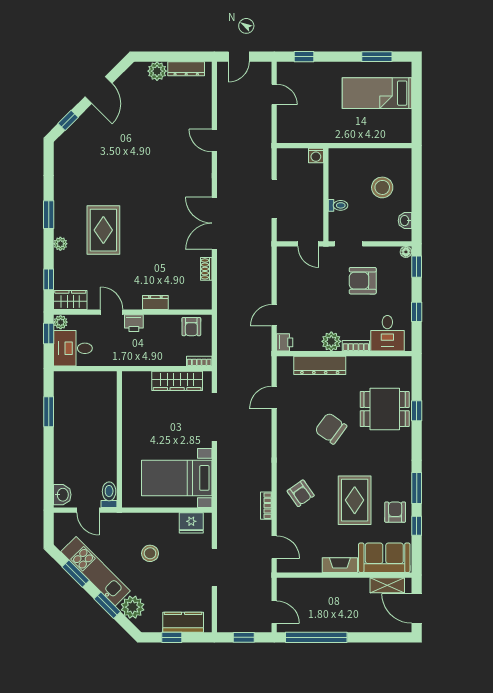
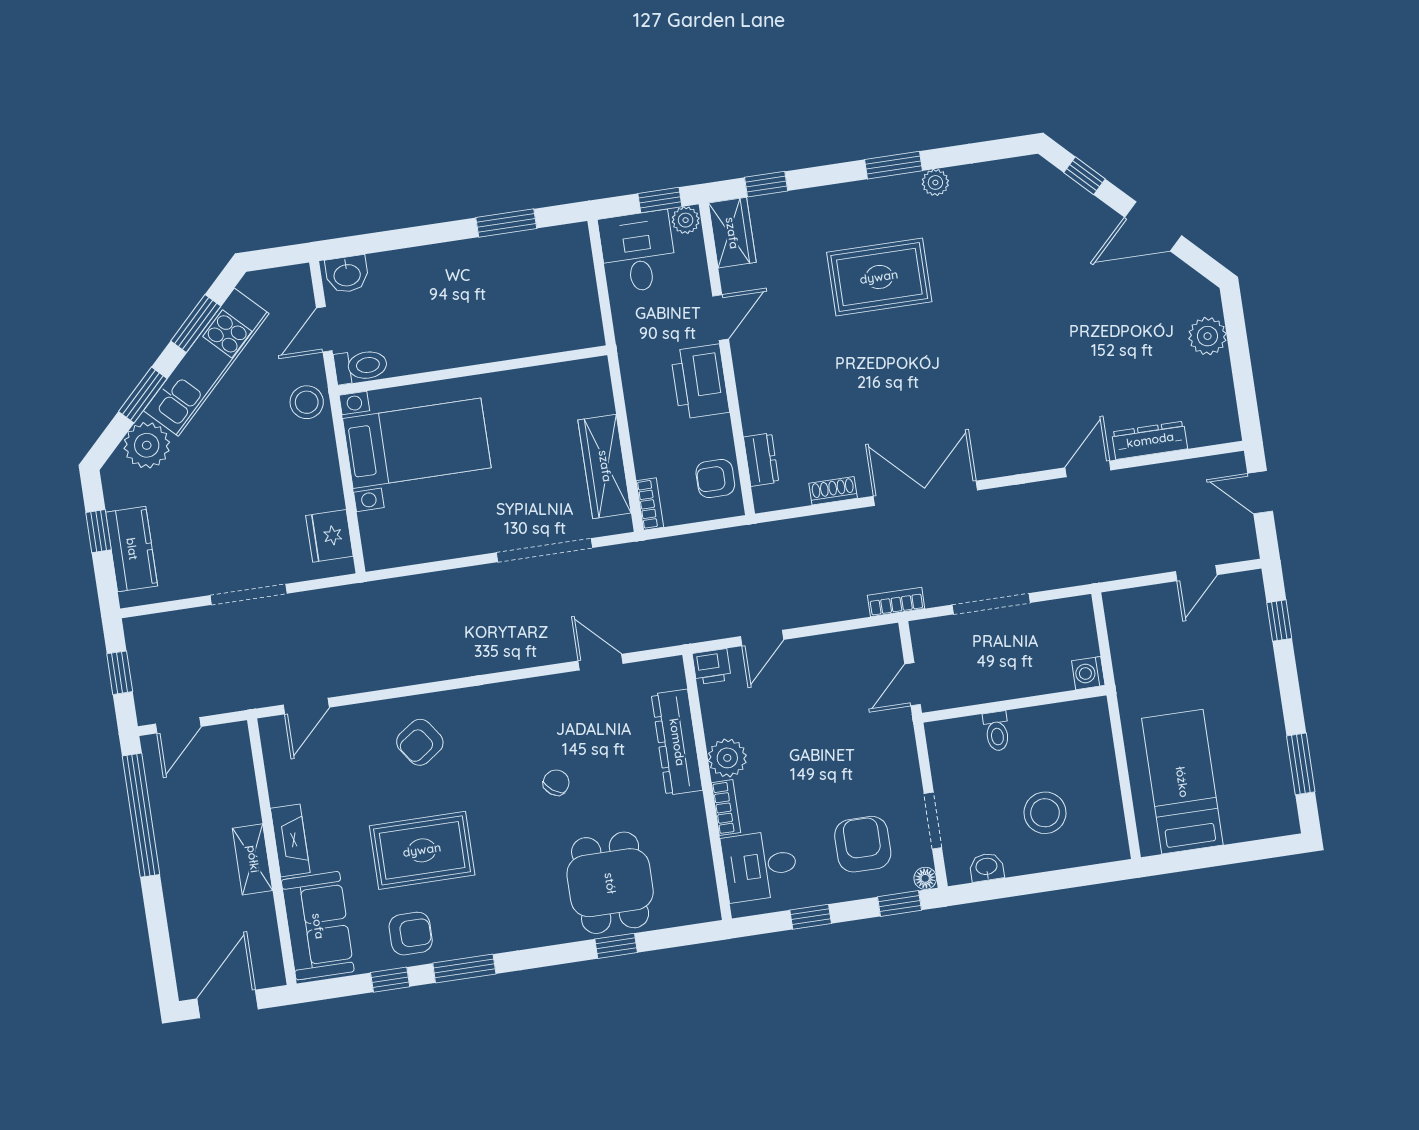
dresser: (186, 69) -> (1150, 440), moved, turned 90
bed: (377, 93) -> (1182, 782), moved
plant: (60, 244) -> (935, 182), moved
doorway: (348, 244) -> (933, 821), moved
armchair: (363, 281) -> (863, 844), moved
dresser: (155, 302) -> (761, 460), moved
door: (274, 315) -> (762, 638), swing flipped
printer: (134, 323) -> (700, 382), width x1.87, depth x1.48
chair: (331, 428) -> (556, 783), width x0.54, depth x0.54
bed with nightstands: (177, 478) -> (417, 443), moved, turned 90
bookcase: (266, 506) -> (896, 602), moved
stool: (150, 553) -> (307, 402), moved
shelving: (387, 585) -> (253, 859), moved

